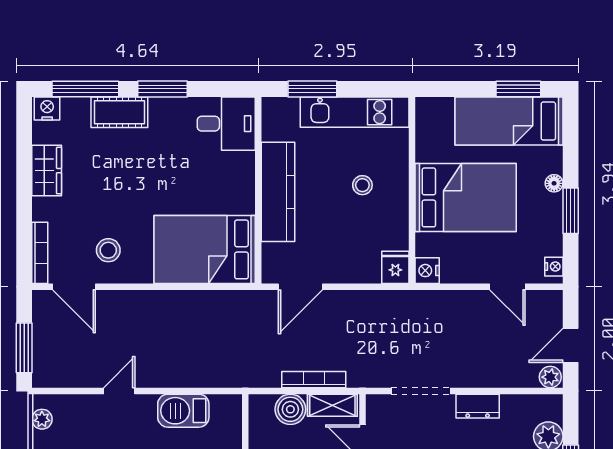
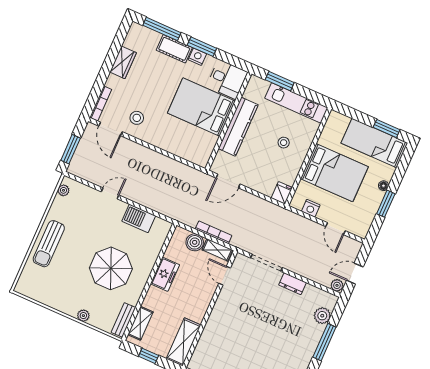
nightstand: (47, 108) -> (197, 57), moved
bed: (205, 249) -> (201, 107), moved
nightstand: (554, 267) -> (364, 229), removed
nightstand: (427, 271) -> (311, 208), moved, turned -90

